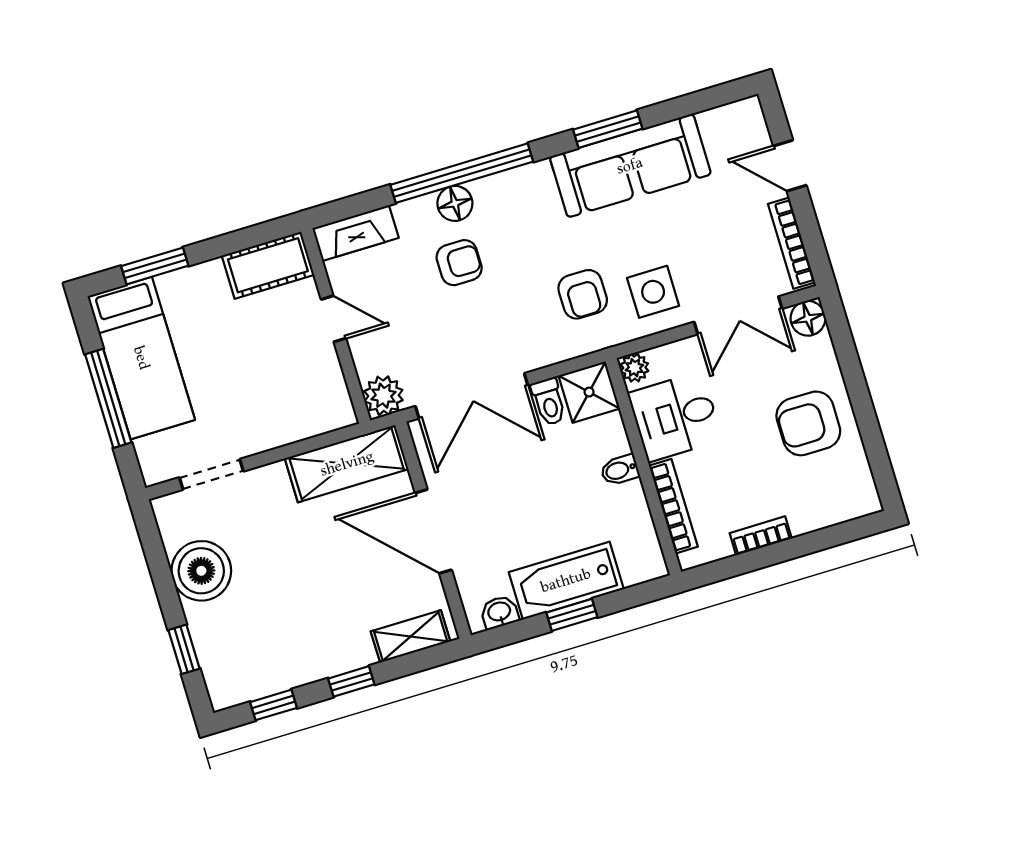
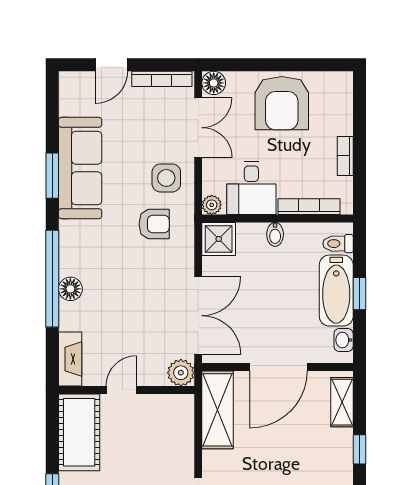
armchair: (459, 263) -> (110, 298), removed
cot: (268, 265) -> (79, 432), width x1.37, depth x1.34
toilet: (549, 402) -> (338, 244), moved, turned 180
armchair: (808, 423) -> (282, 103), width x1.36, depth x1.36

